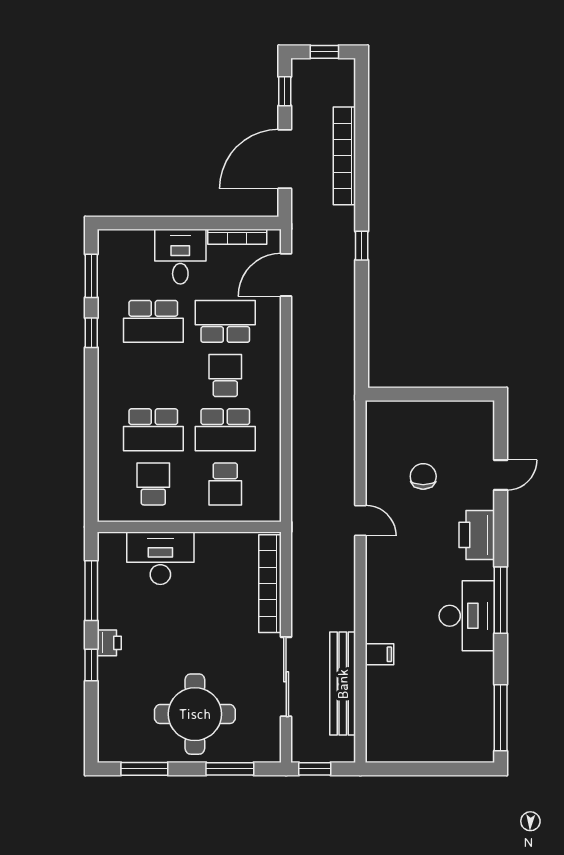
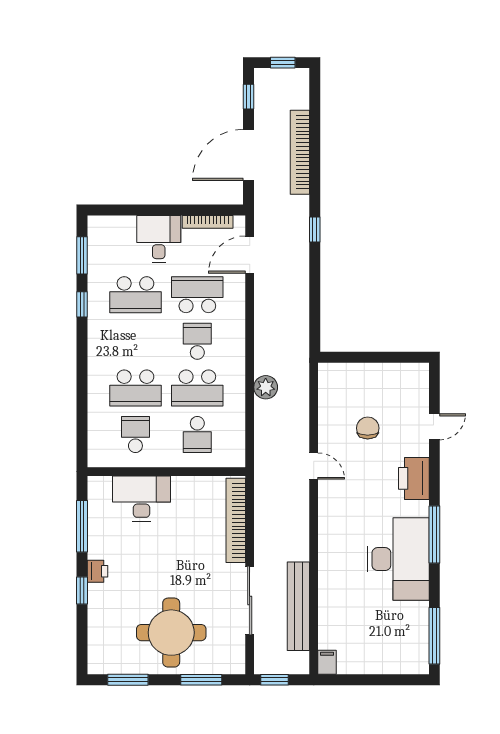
plant: (305, 429) -> (266, 387), added
desk: (467, 616) -> (398, 559), width x1.36, depth x1.30
filing cabinet: (379, 654) -> (327, 662), moved, turned -90

